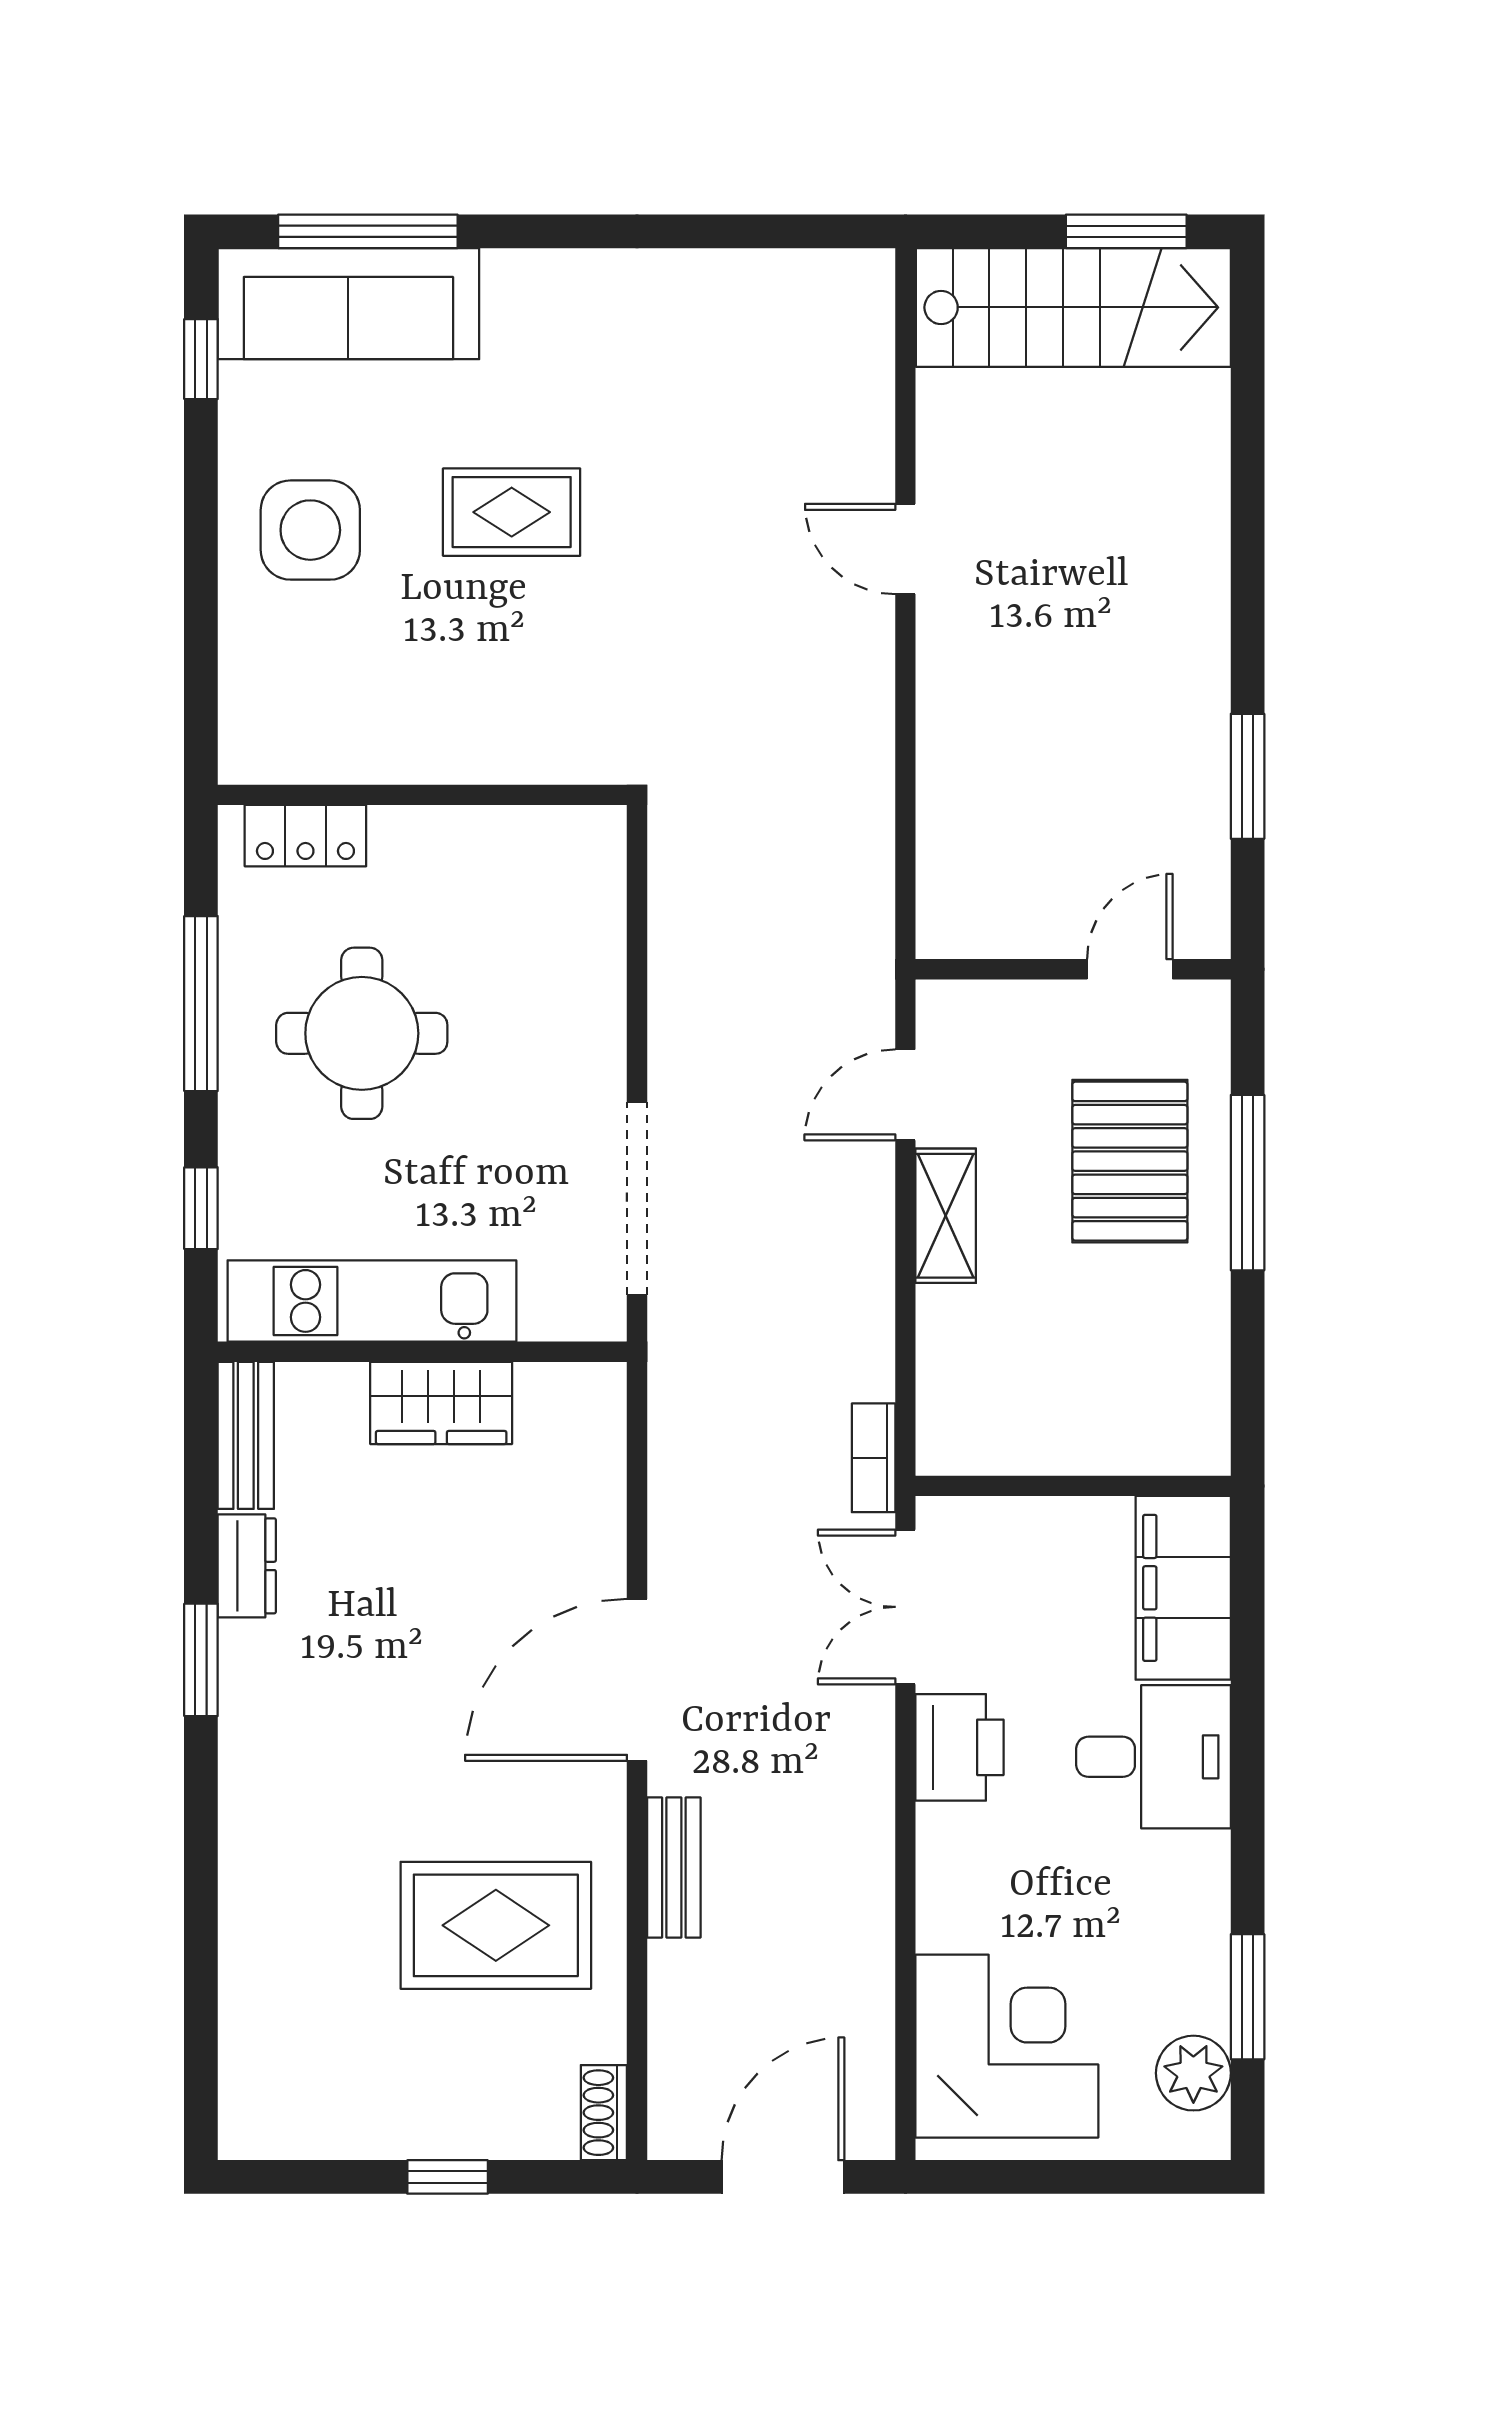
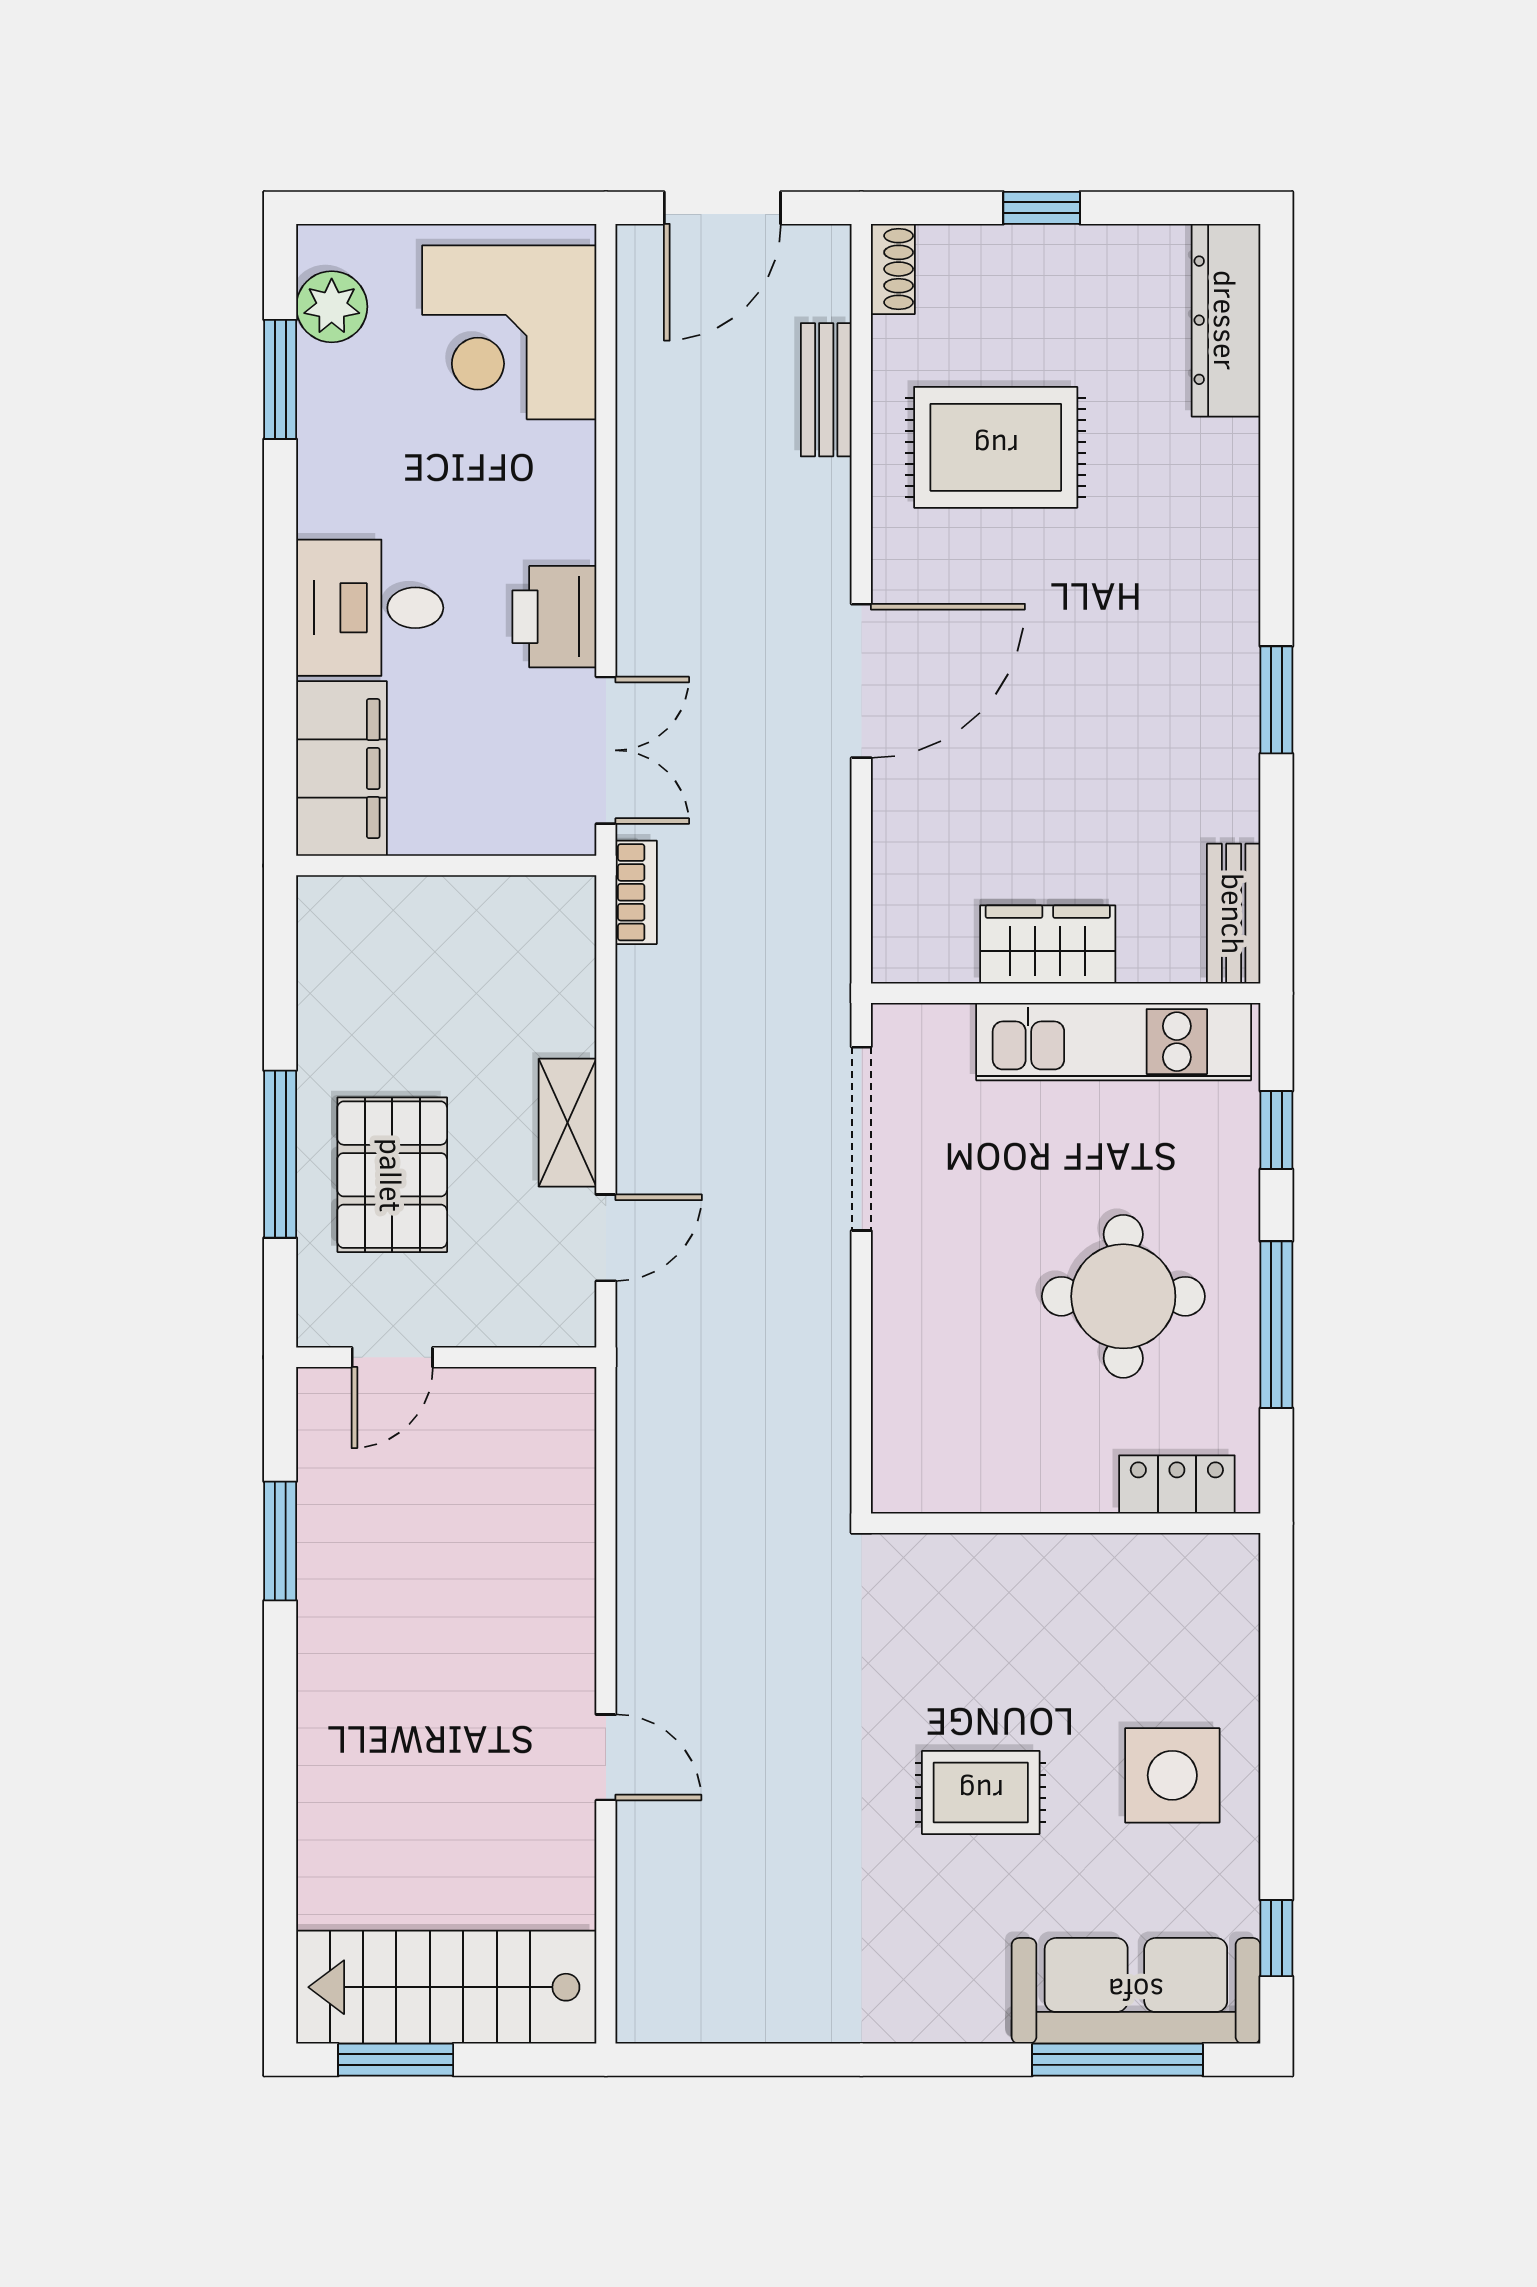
dresser: (247, 1566) -> (1226, 320), moved, width x1.96, depth x1.24
bench: (674, 1867) -> (826, 390), moved

